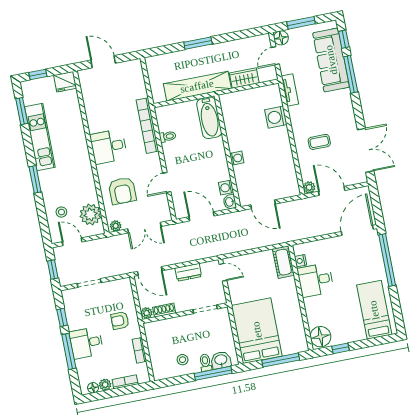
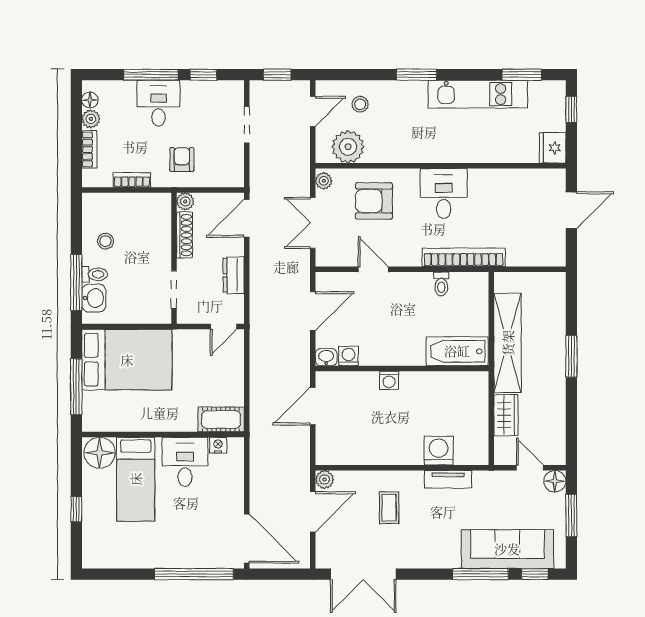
tv unit: (290, 90) -> (448, 479), moved
shoe rack: (164, 310) -> (184, 235), width x1.43
bed: (374, 310) -> (136, 479), moved, turned 90
window: (341, 348) -> (76, 509), moved

